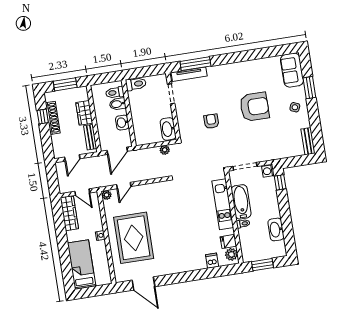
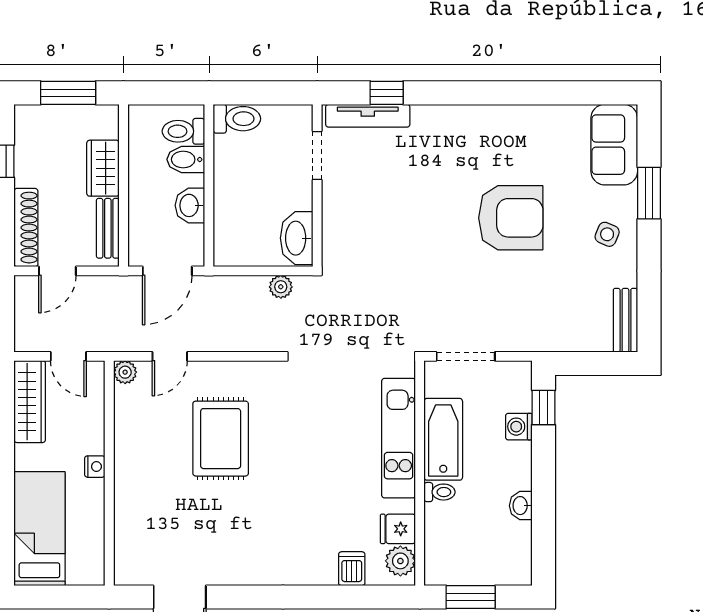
window: (195, 64) -> (387, 93), width x0.46
shoe rack: (53, 118) -> (26, 228), moved
armchair: (211, 121) -> (403, 236), removed
washing machine: (268, 171) -> (519, 427), moved
washbasin: (276, 229) -> (521, 506), width x0.52, depth x0.69
rug: (134, 238) -> (221, 439), moved, width x0.73, depth x0.69

